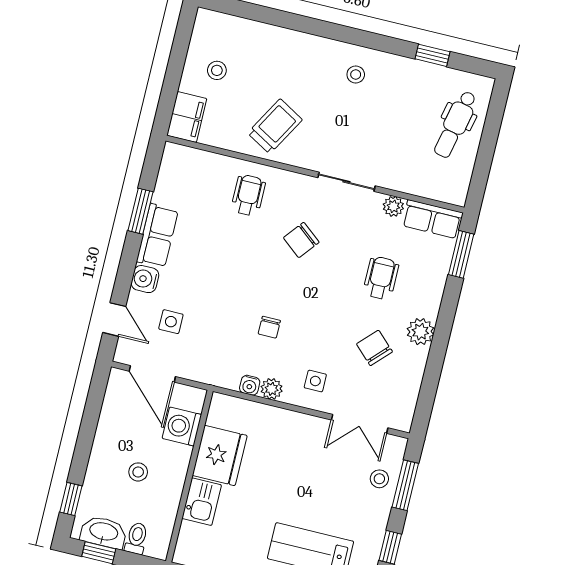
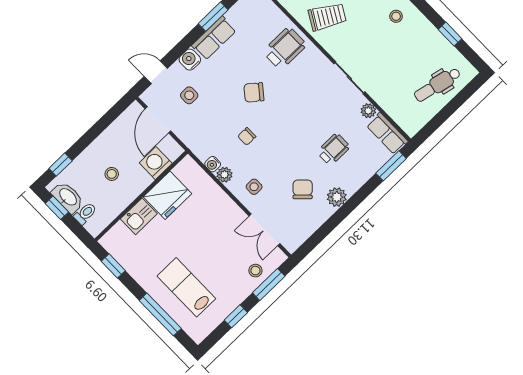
wheelchair: (248, 195) -> (285, 48), width x1.36, depth x1.37
chair: (301, 240) -> (254, 92), moved
door: (114, 319) -> (156, 72), swing flipped

